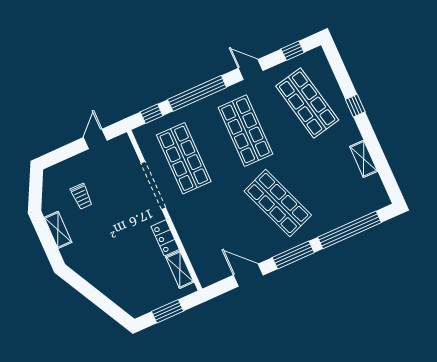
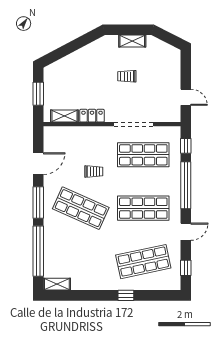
shelving: (364, 159) -> (57, 284), moved
trolley: (81, 196) -> (127, 76), moved
shop shelf: (278, 203) -> (81, 208), turned 45
trolley: (229, 207) -> (94, 172), added

